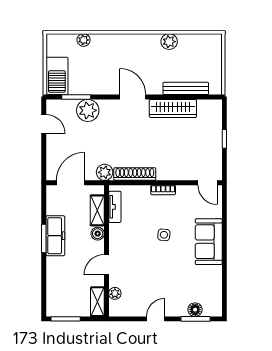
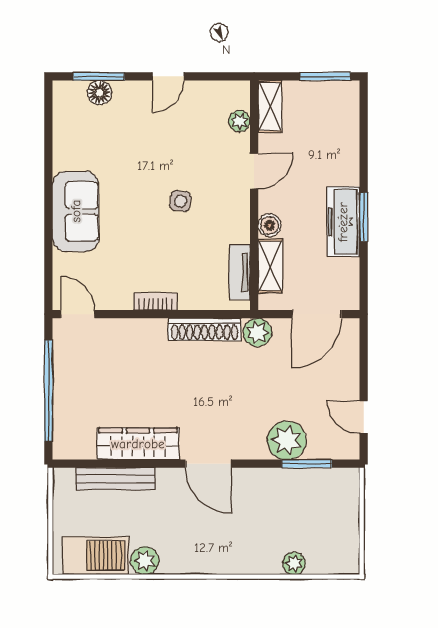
barbecue: (57, 76) -> (96, 556), moved, turned 90
window: (224, 139) -> (48, 391), width x3.17
side table: (164, 235) -> (180, 201), moved

